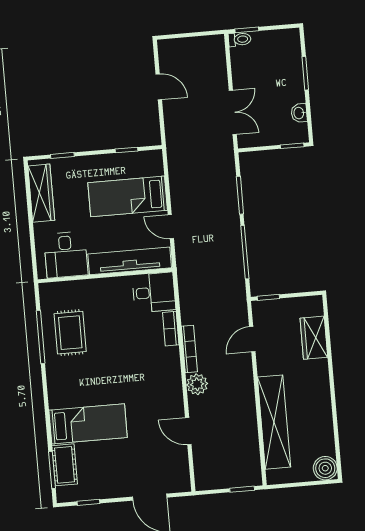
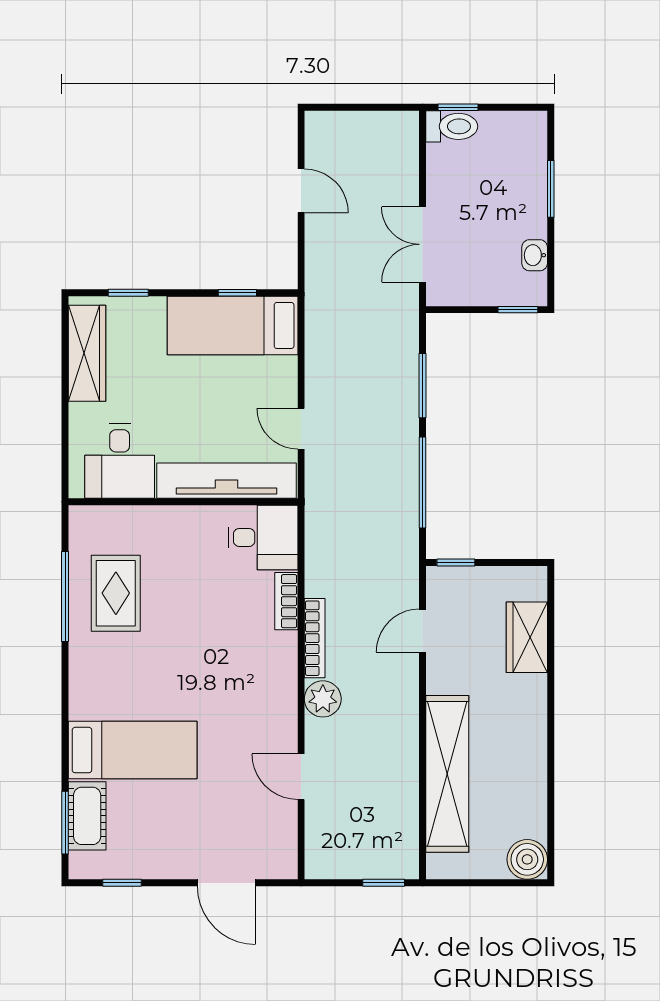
toilet: (240, 39) -> (452, 126), width x1.37, depth x1.39
double door: (233, 112) -> (423, 244), swing flipped
bed: (128, 196) -> (233, 325), moved

